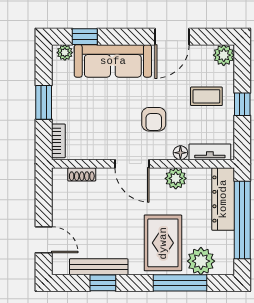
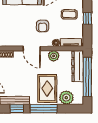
window: (180, 283) -> (44, 109), moved

